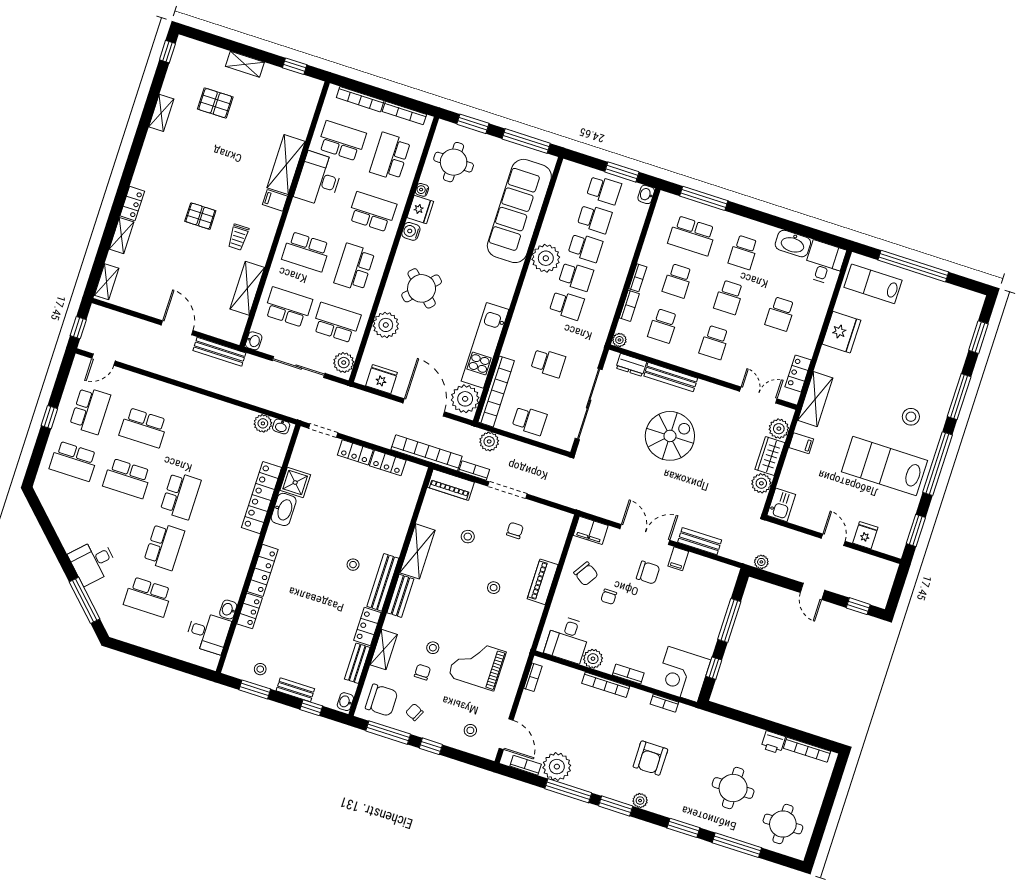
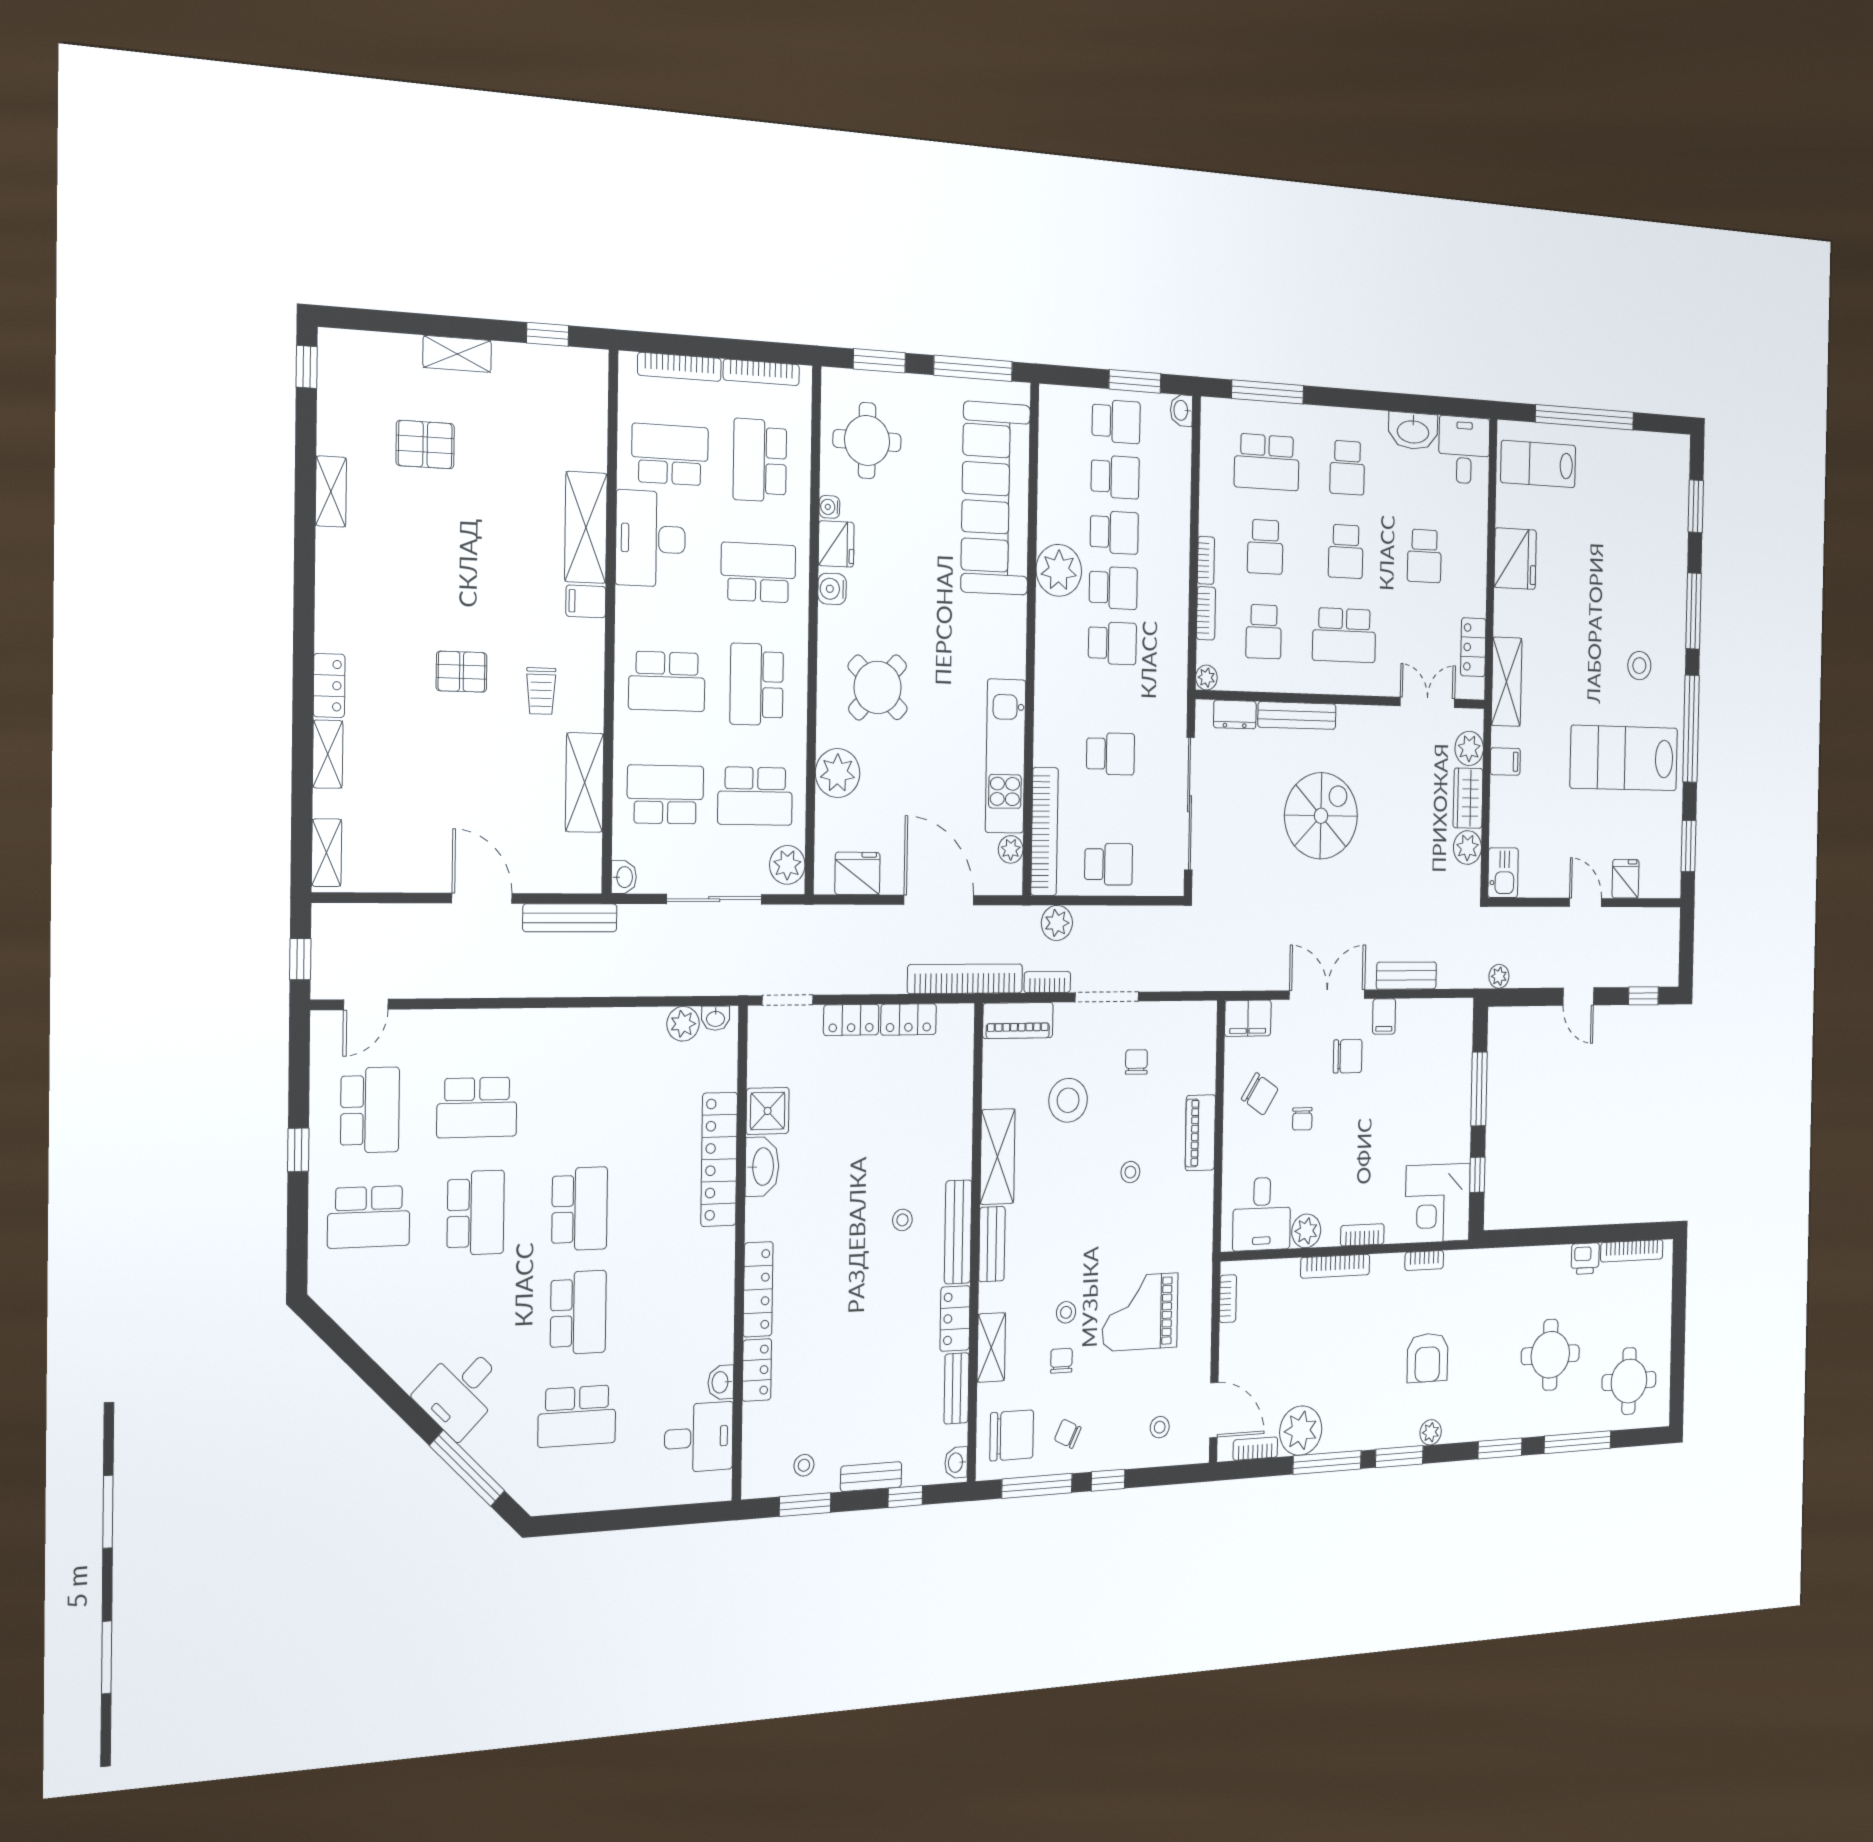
school desk: (337, 323) -> (755, 796), turned 180
school desk: (714, 342) -> (1344, 635), width x1.85
plant: (465, 399) -> (1011, 849), width x0.53, depth x0.53
school desk: (127, 478) -> (476, 1213), turned -90
stool: (468, 537) -> (1068, 1100), width x1.89, depth x1.89

